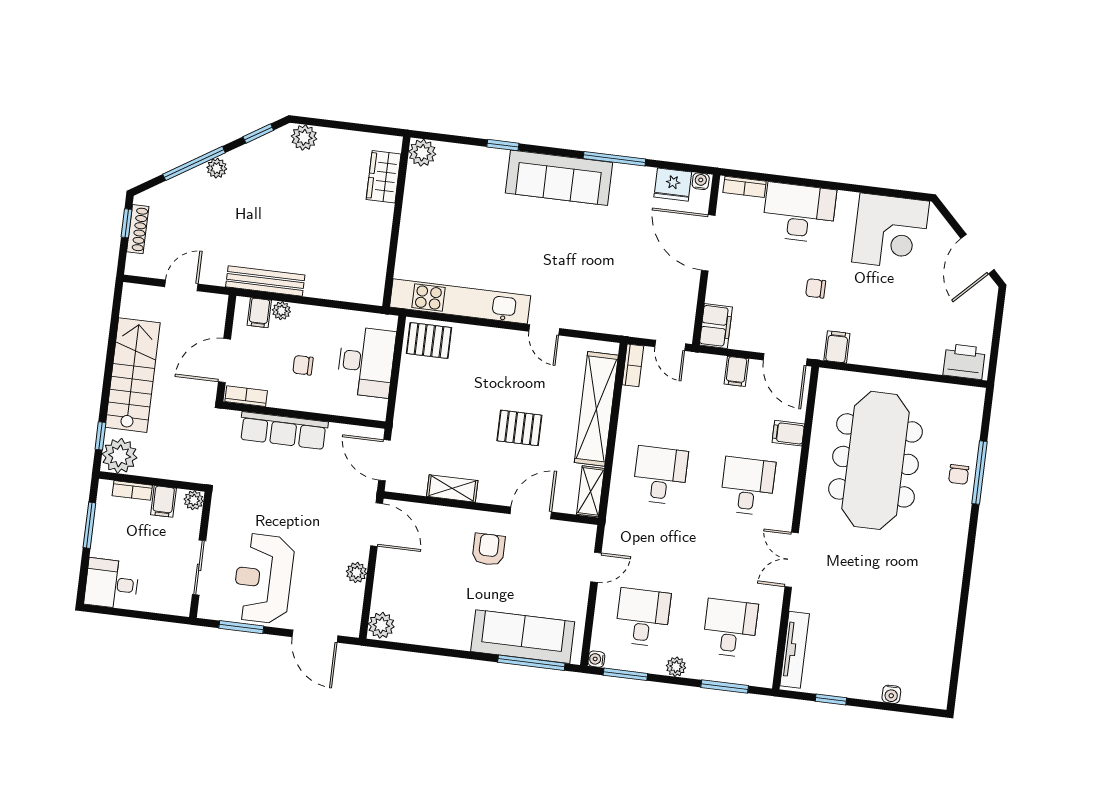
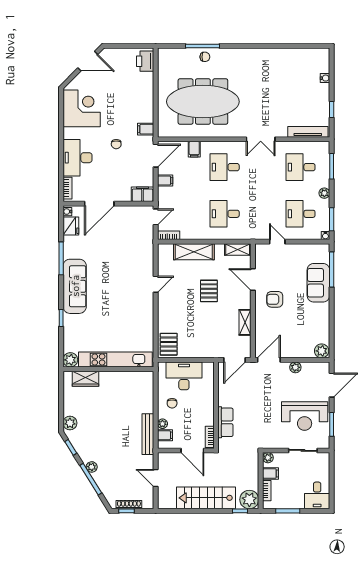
kitchen unit: (460, 301) -> (115, 359), moved, turned 90
chair: (303, 365) -> (172, 403), moved
shelving: (596, 409) -> (194, 252), width x0.68
row of seats: (284, 431) -> (225, 422), width x0.68
sofa: (523, 637) -> (318, 283), width x0.73

